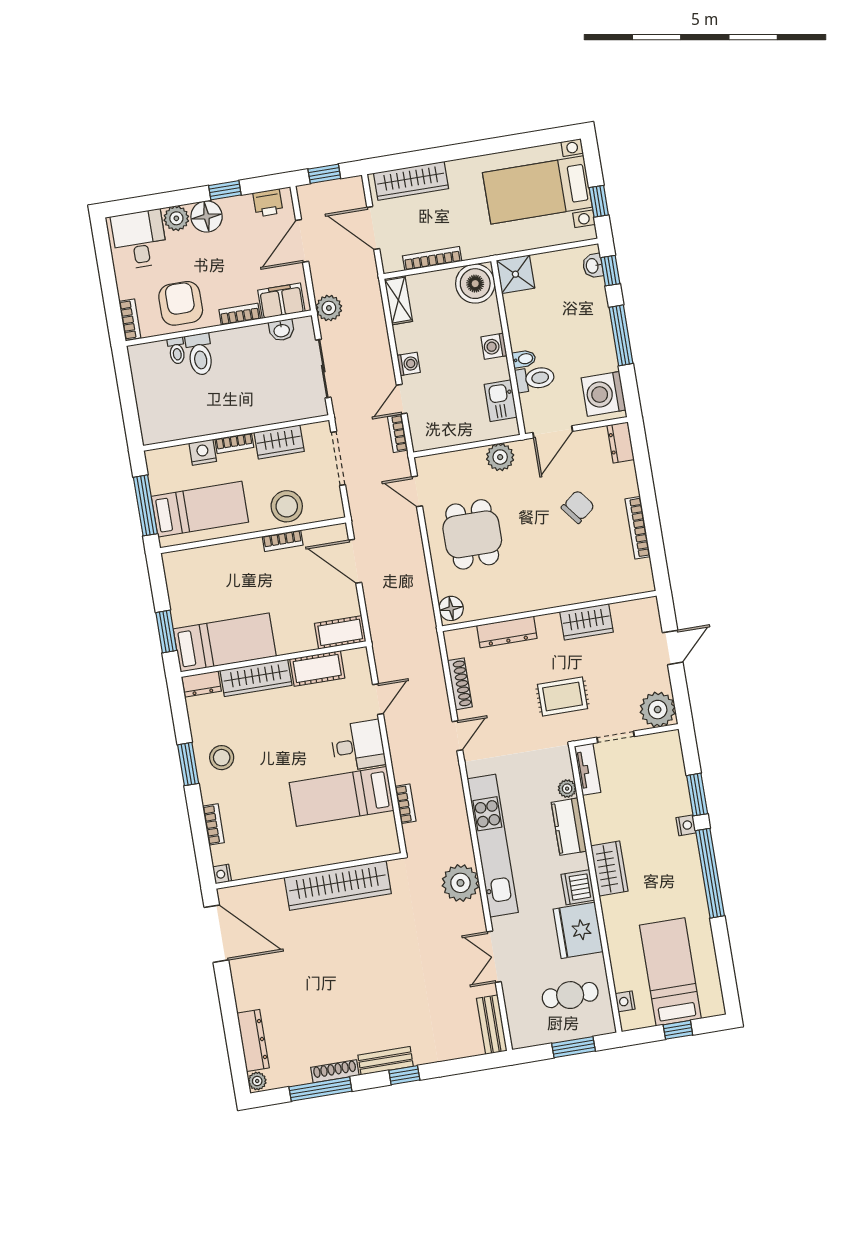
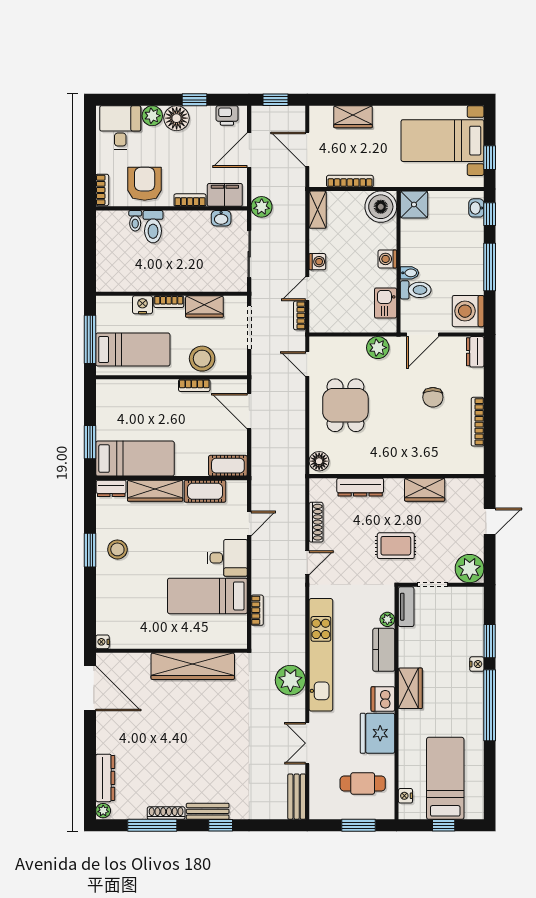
wardrobe: (411, 181) -> (353, 117), width x0.67
chair: (578, 507) -> (433, 397), turned 128
bookcase: (213, 824) -> (102, 601), removed

